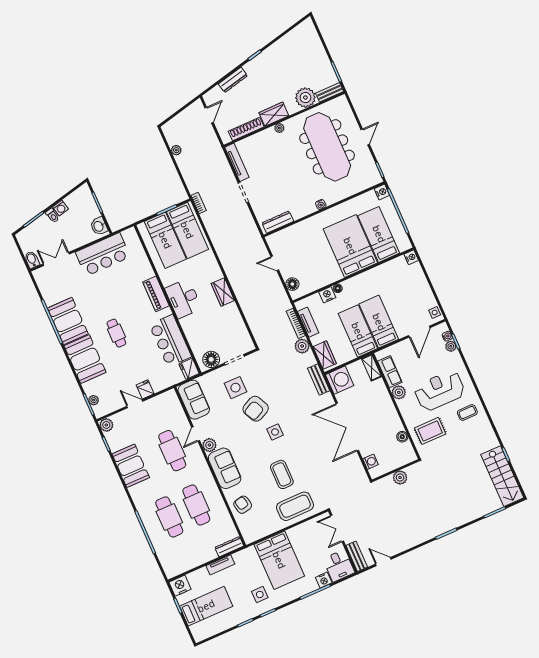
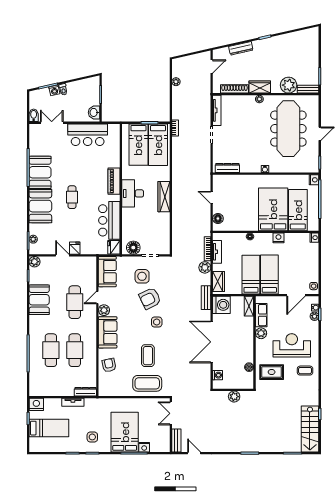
washing machine: (61, 208) -> (54, 90), moved
wardrobe: (223, 292) -> (164, 197), width x1.50
nightstand: (327, 295) -> (278, 238), moved
bed: (279, 560) -> (125, 432), moved, turned 180
desk: (339, 566) -> (160, 442), removed

